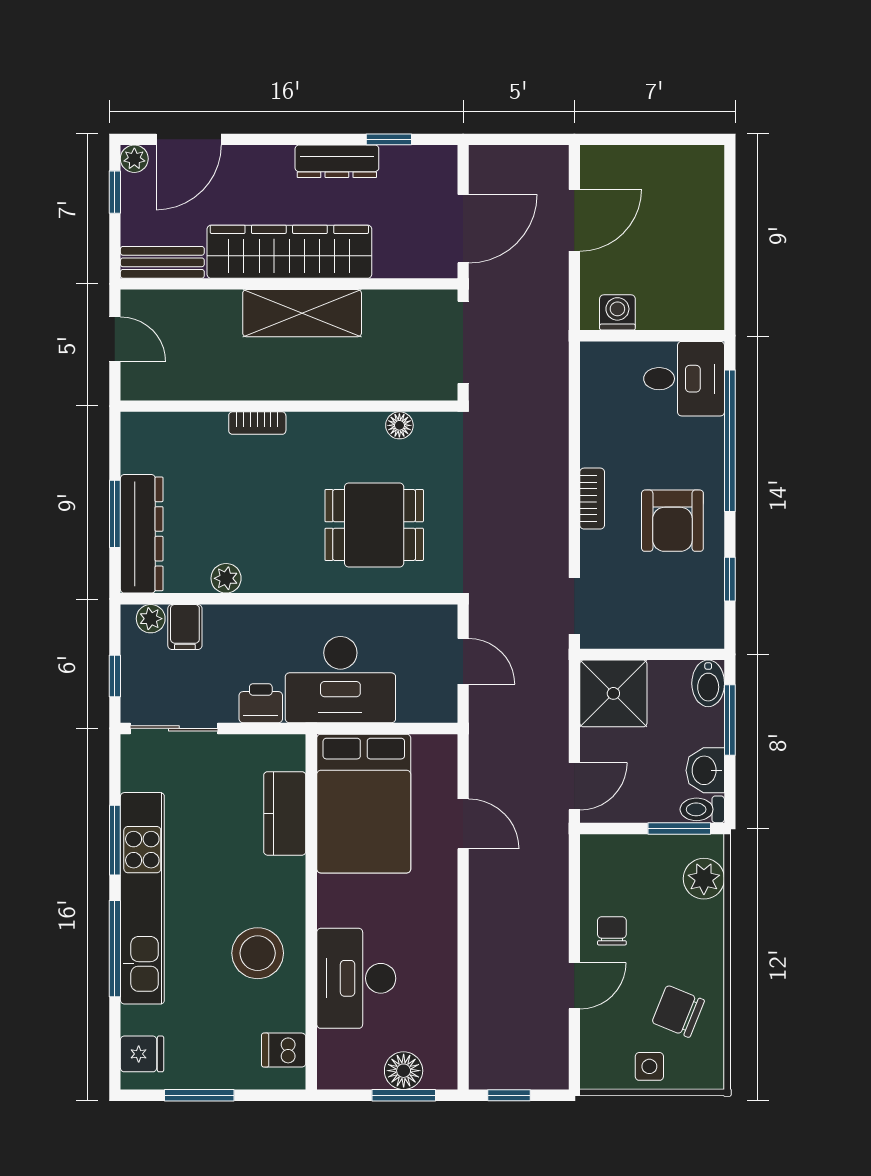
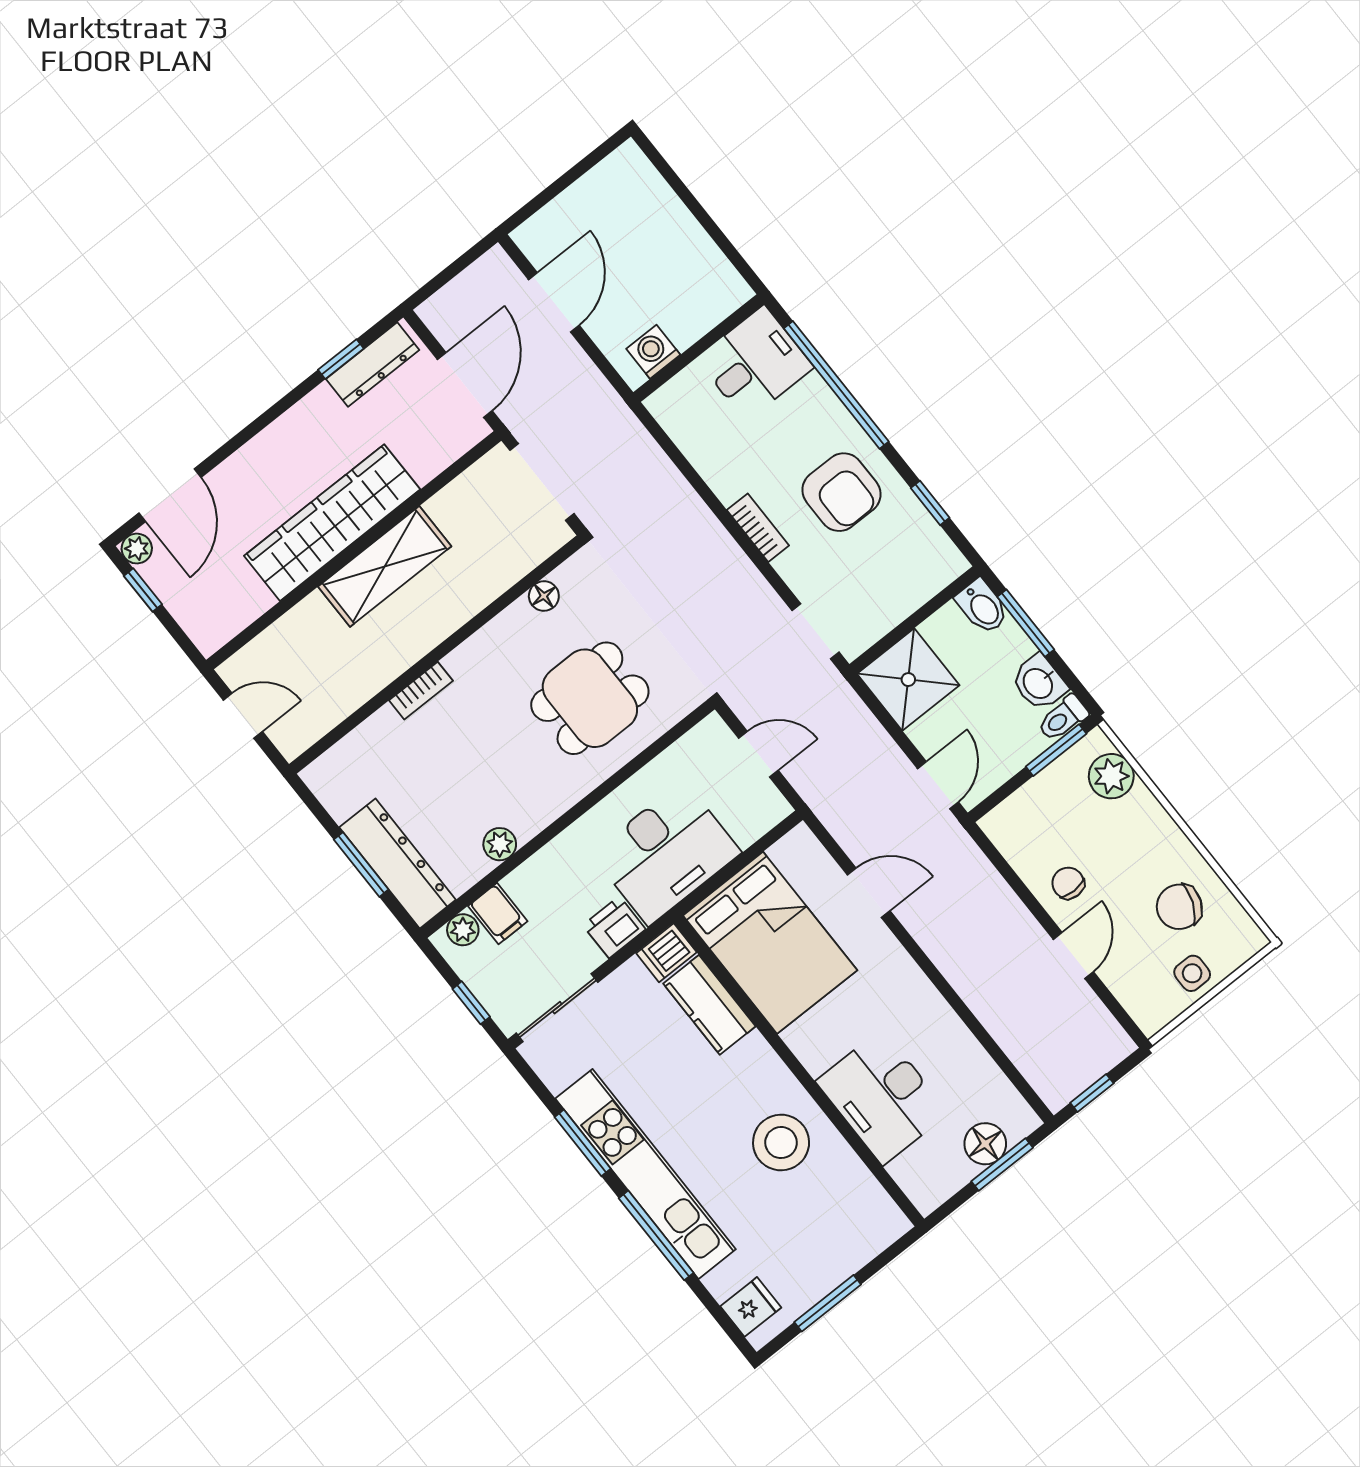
dresser: (337, 161) -> (373, 365), moved
bench: (162, 262) -> (231, 618), removed
dishwasher: (284, 1050) -> (666, 953), moved

